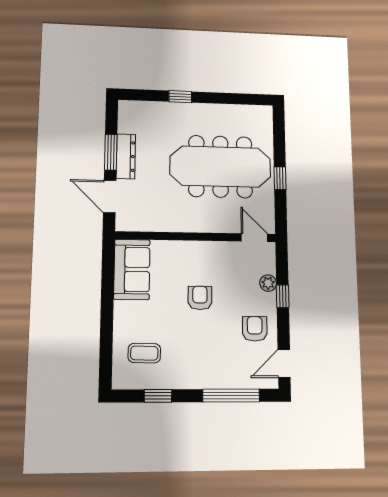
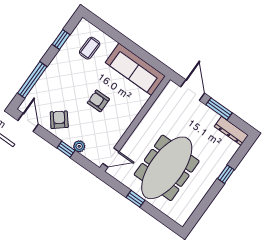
dresser: (126, 156) -> (231, 131), moved
door: (110, 197) -> (193, 90), hinge flipped
sofa: (132, 269) -> (135, 69), width x1.36
armchair: (200, 298) -> (98, 101), turned 180
armchair: (255, 329) -> (59, 120), turned -129

